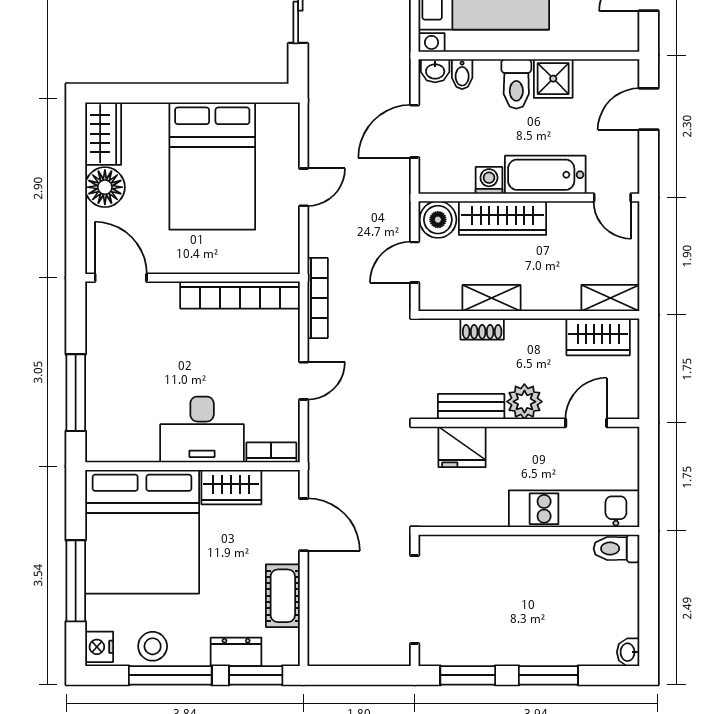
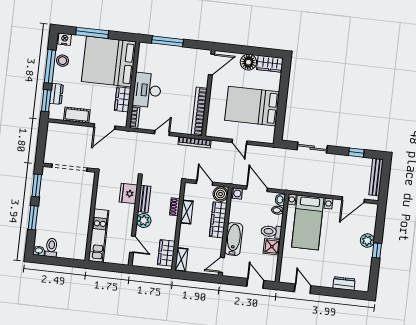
washing machine: (489, 180) -> (236, 193), moved
door: (304, 381) -> (162, 133), swing flipped
toilet: (616, 549) -> (51, 247), moved

